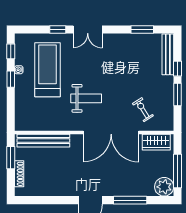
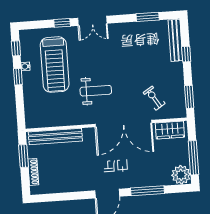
treadmill: (48, 70) -> (55, 65), turned 180
window: (177, 95) -> (189, 97), moved

